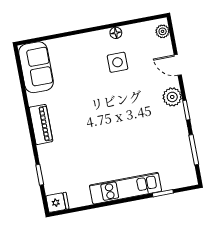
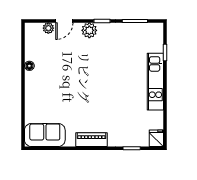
plant: (163, 31) -> (48, 28), moved
side table: (118, 62) -> (53, 69), removed

